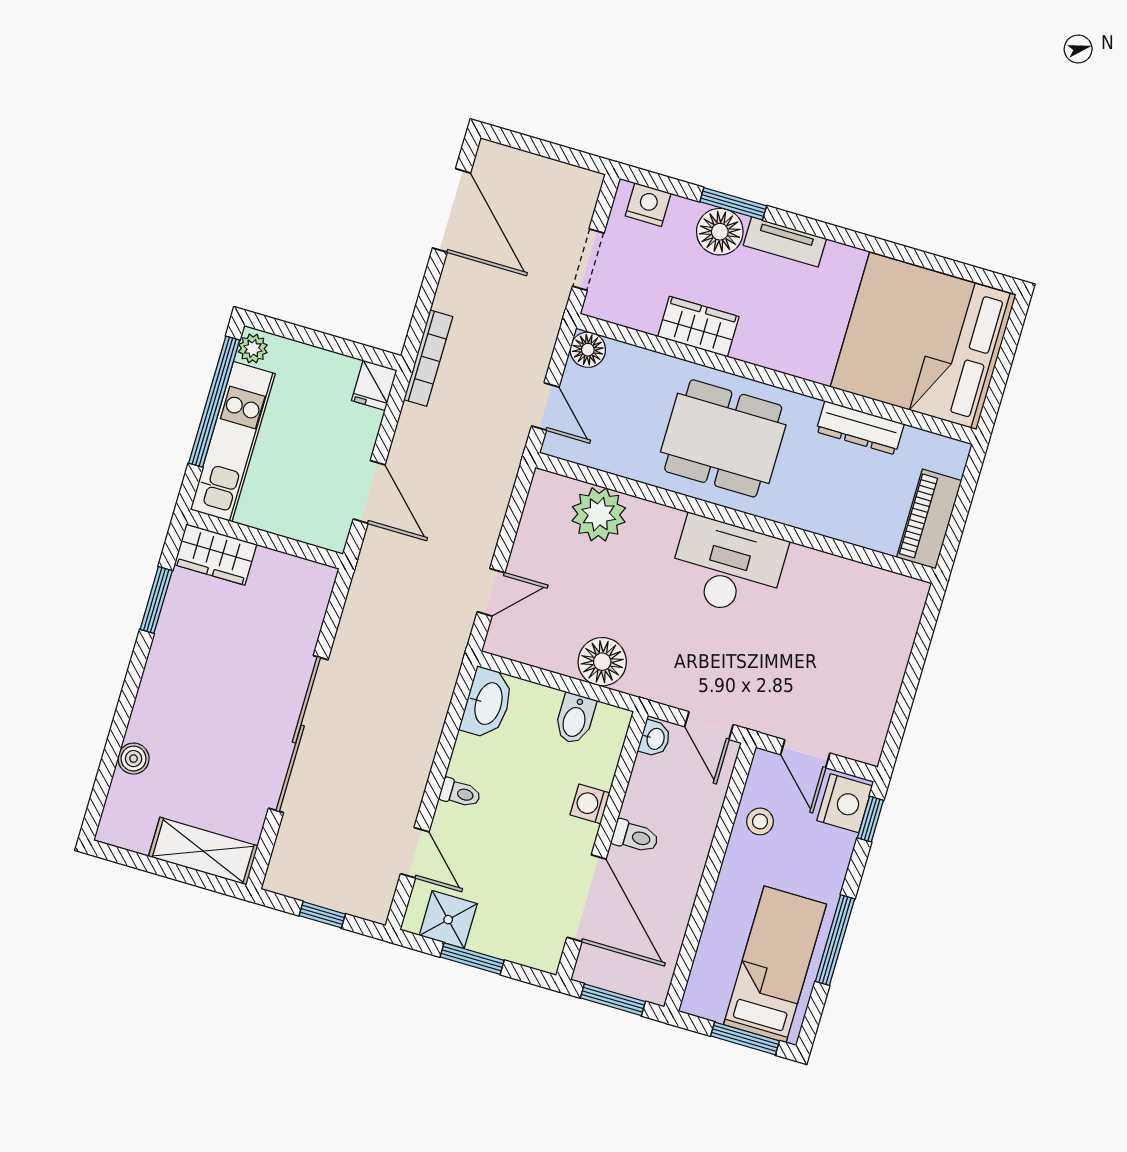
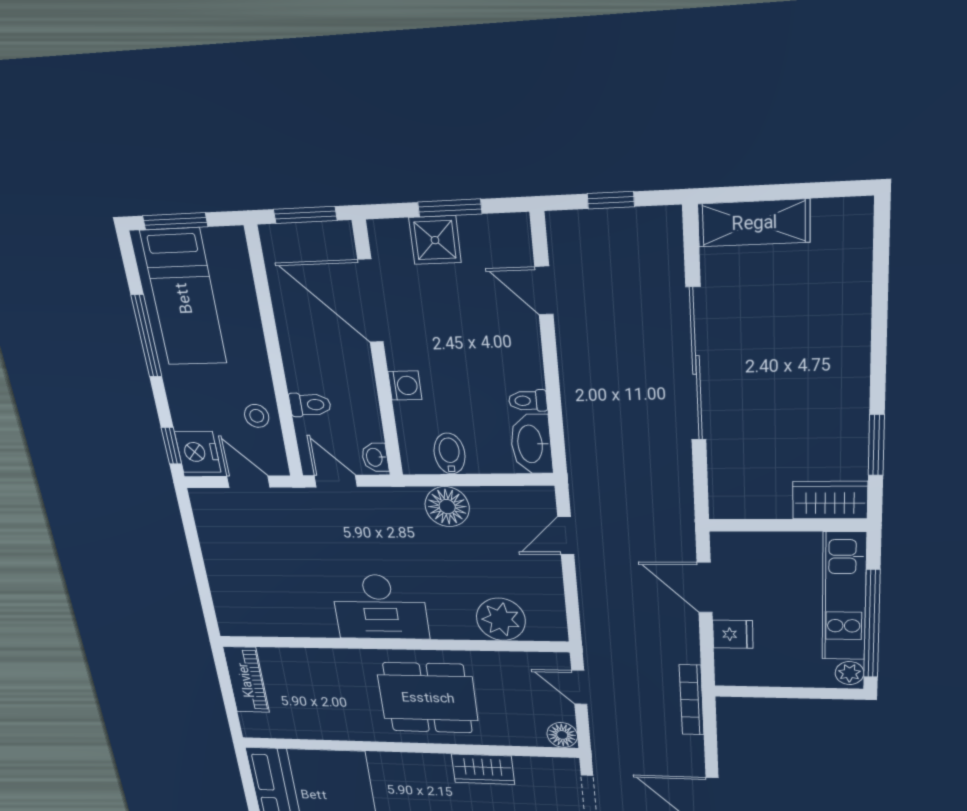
fridge: (374, 385) -> (733, 634), moved, turned 90
dresser: (860, 428) -> (329, 729), removed
boiler: (134, 759) -> (855, 291), removed
toilet: (460, 793) -> (528, 401), moved
toilet: (635, 837) -> (310, 405), moved, turned 180
shower: (448, 920) -> (435, 240), moved

